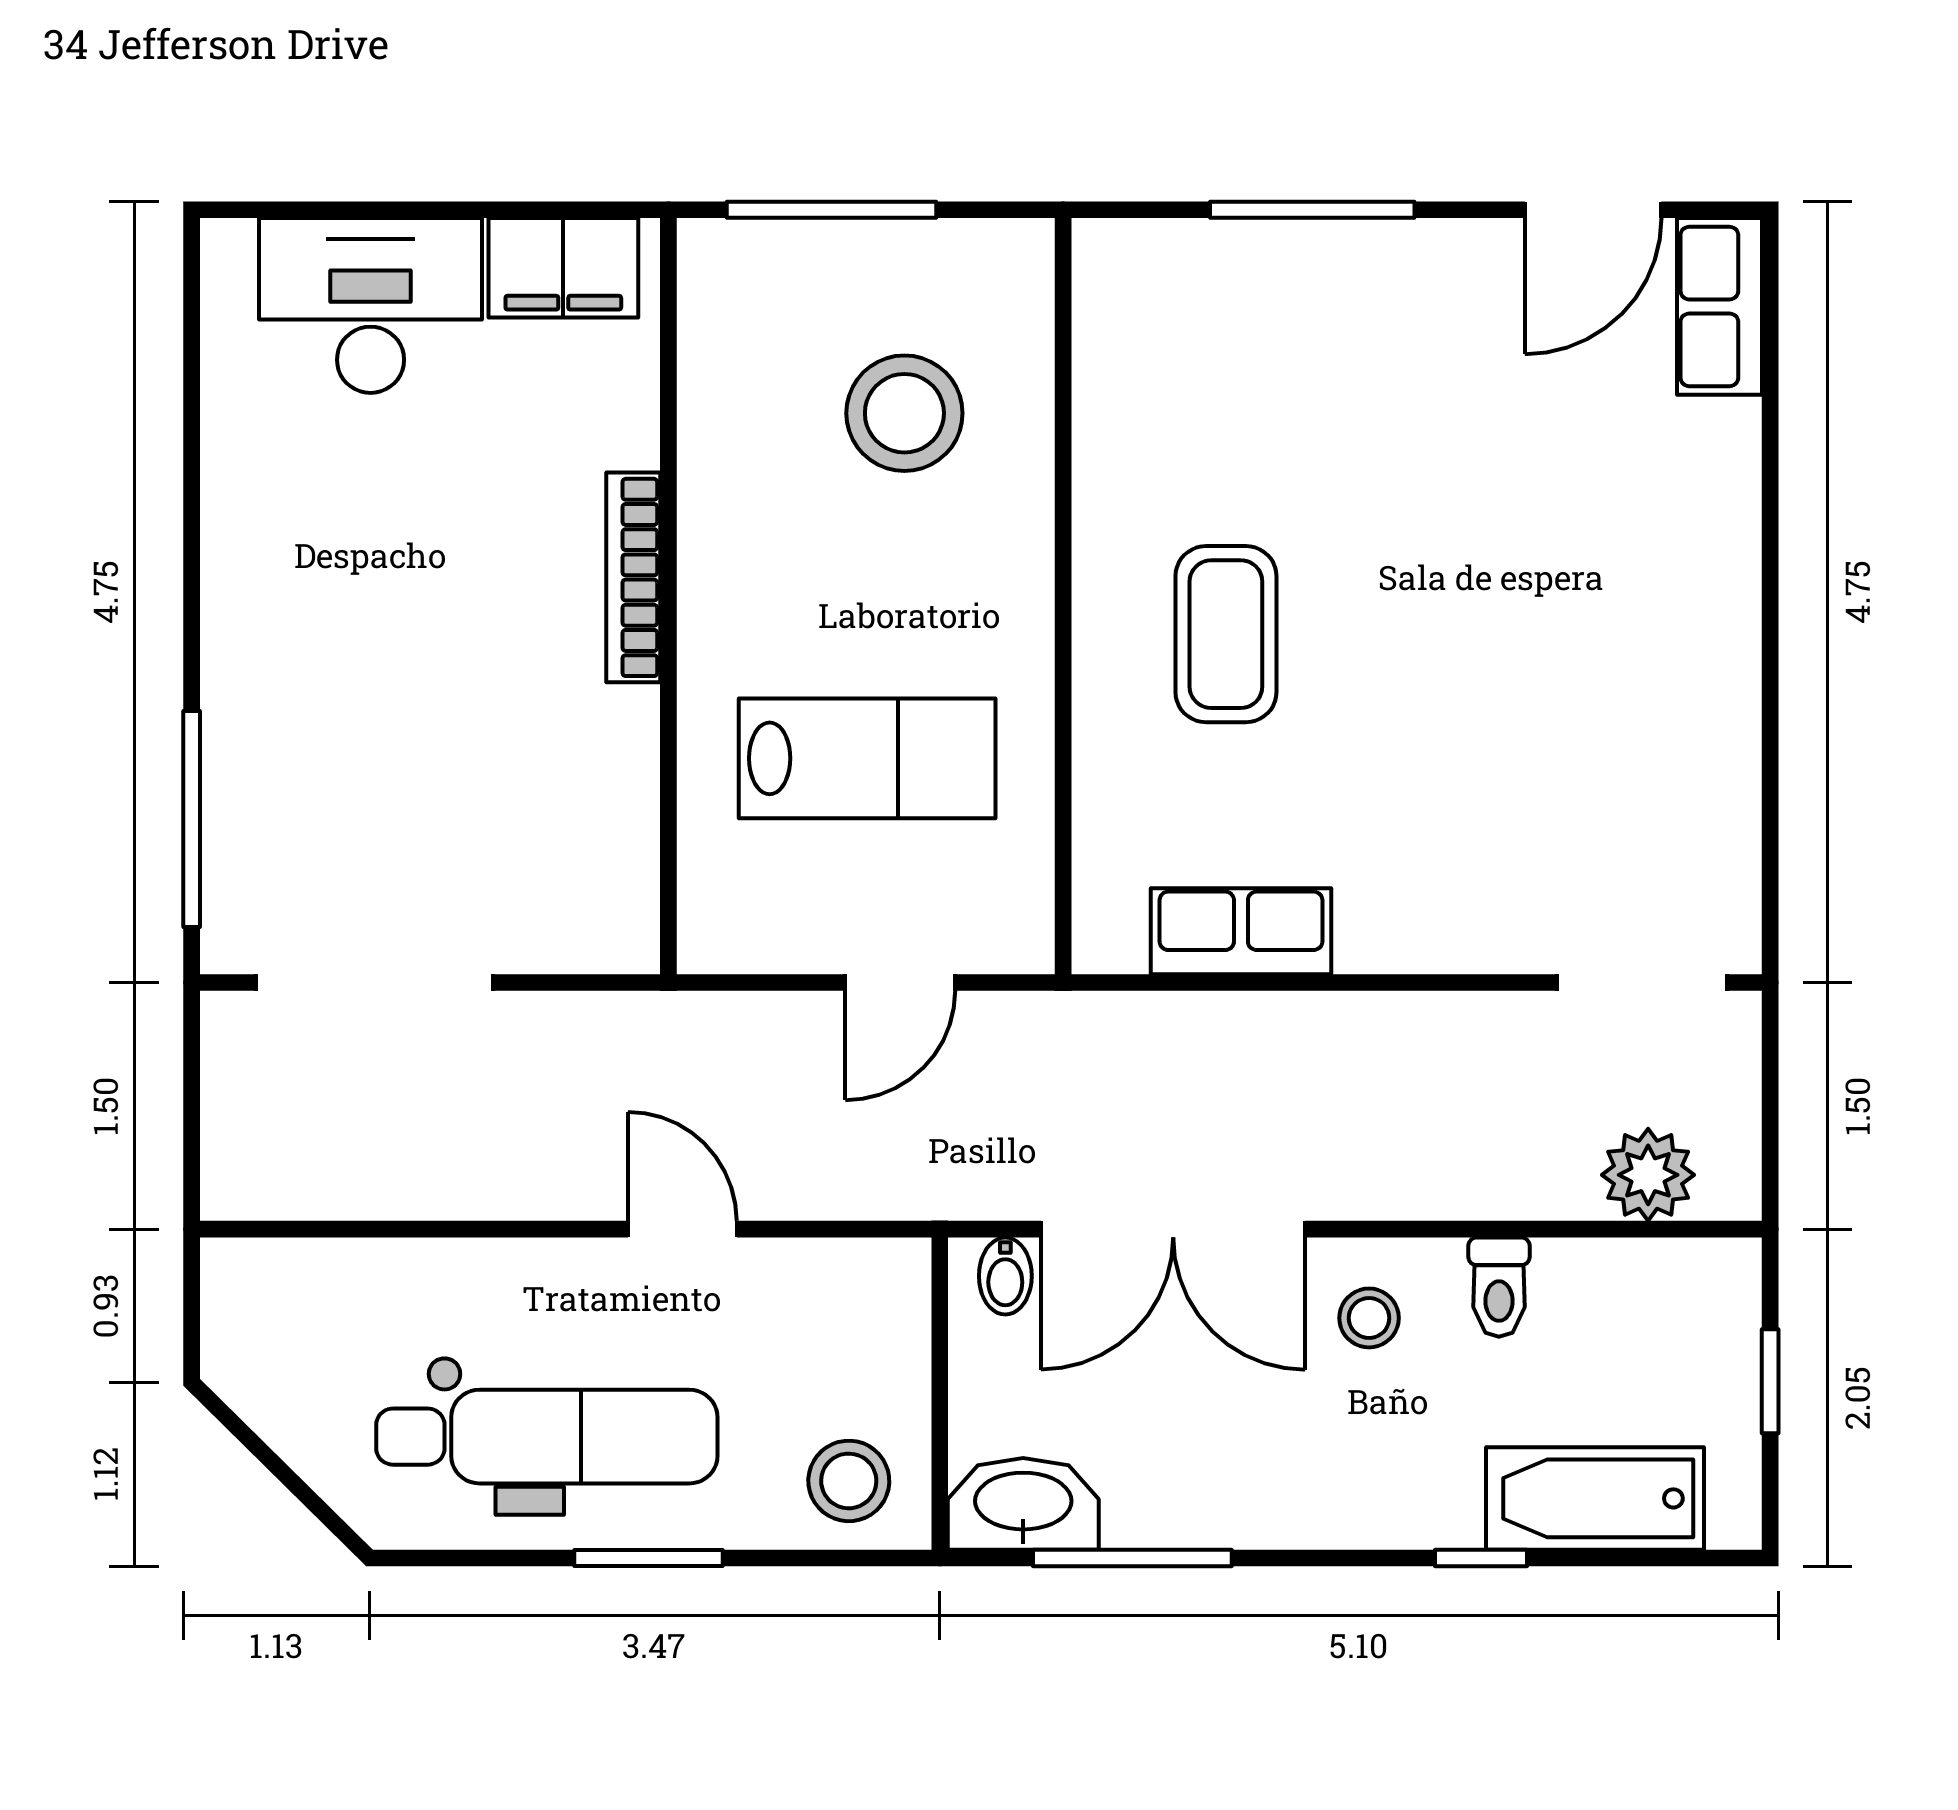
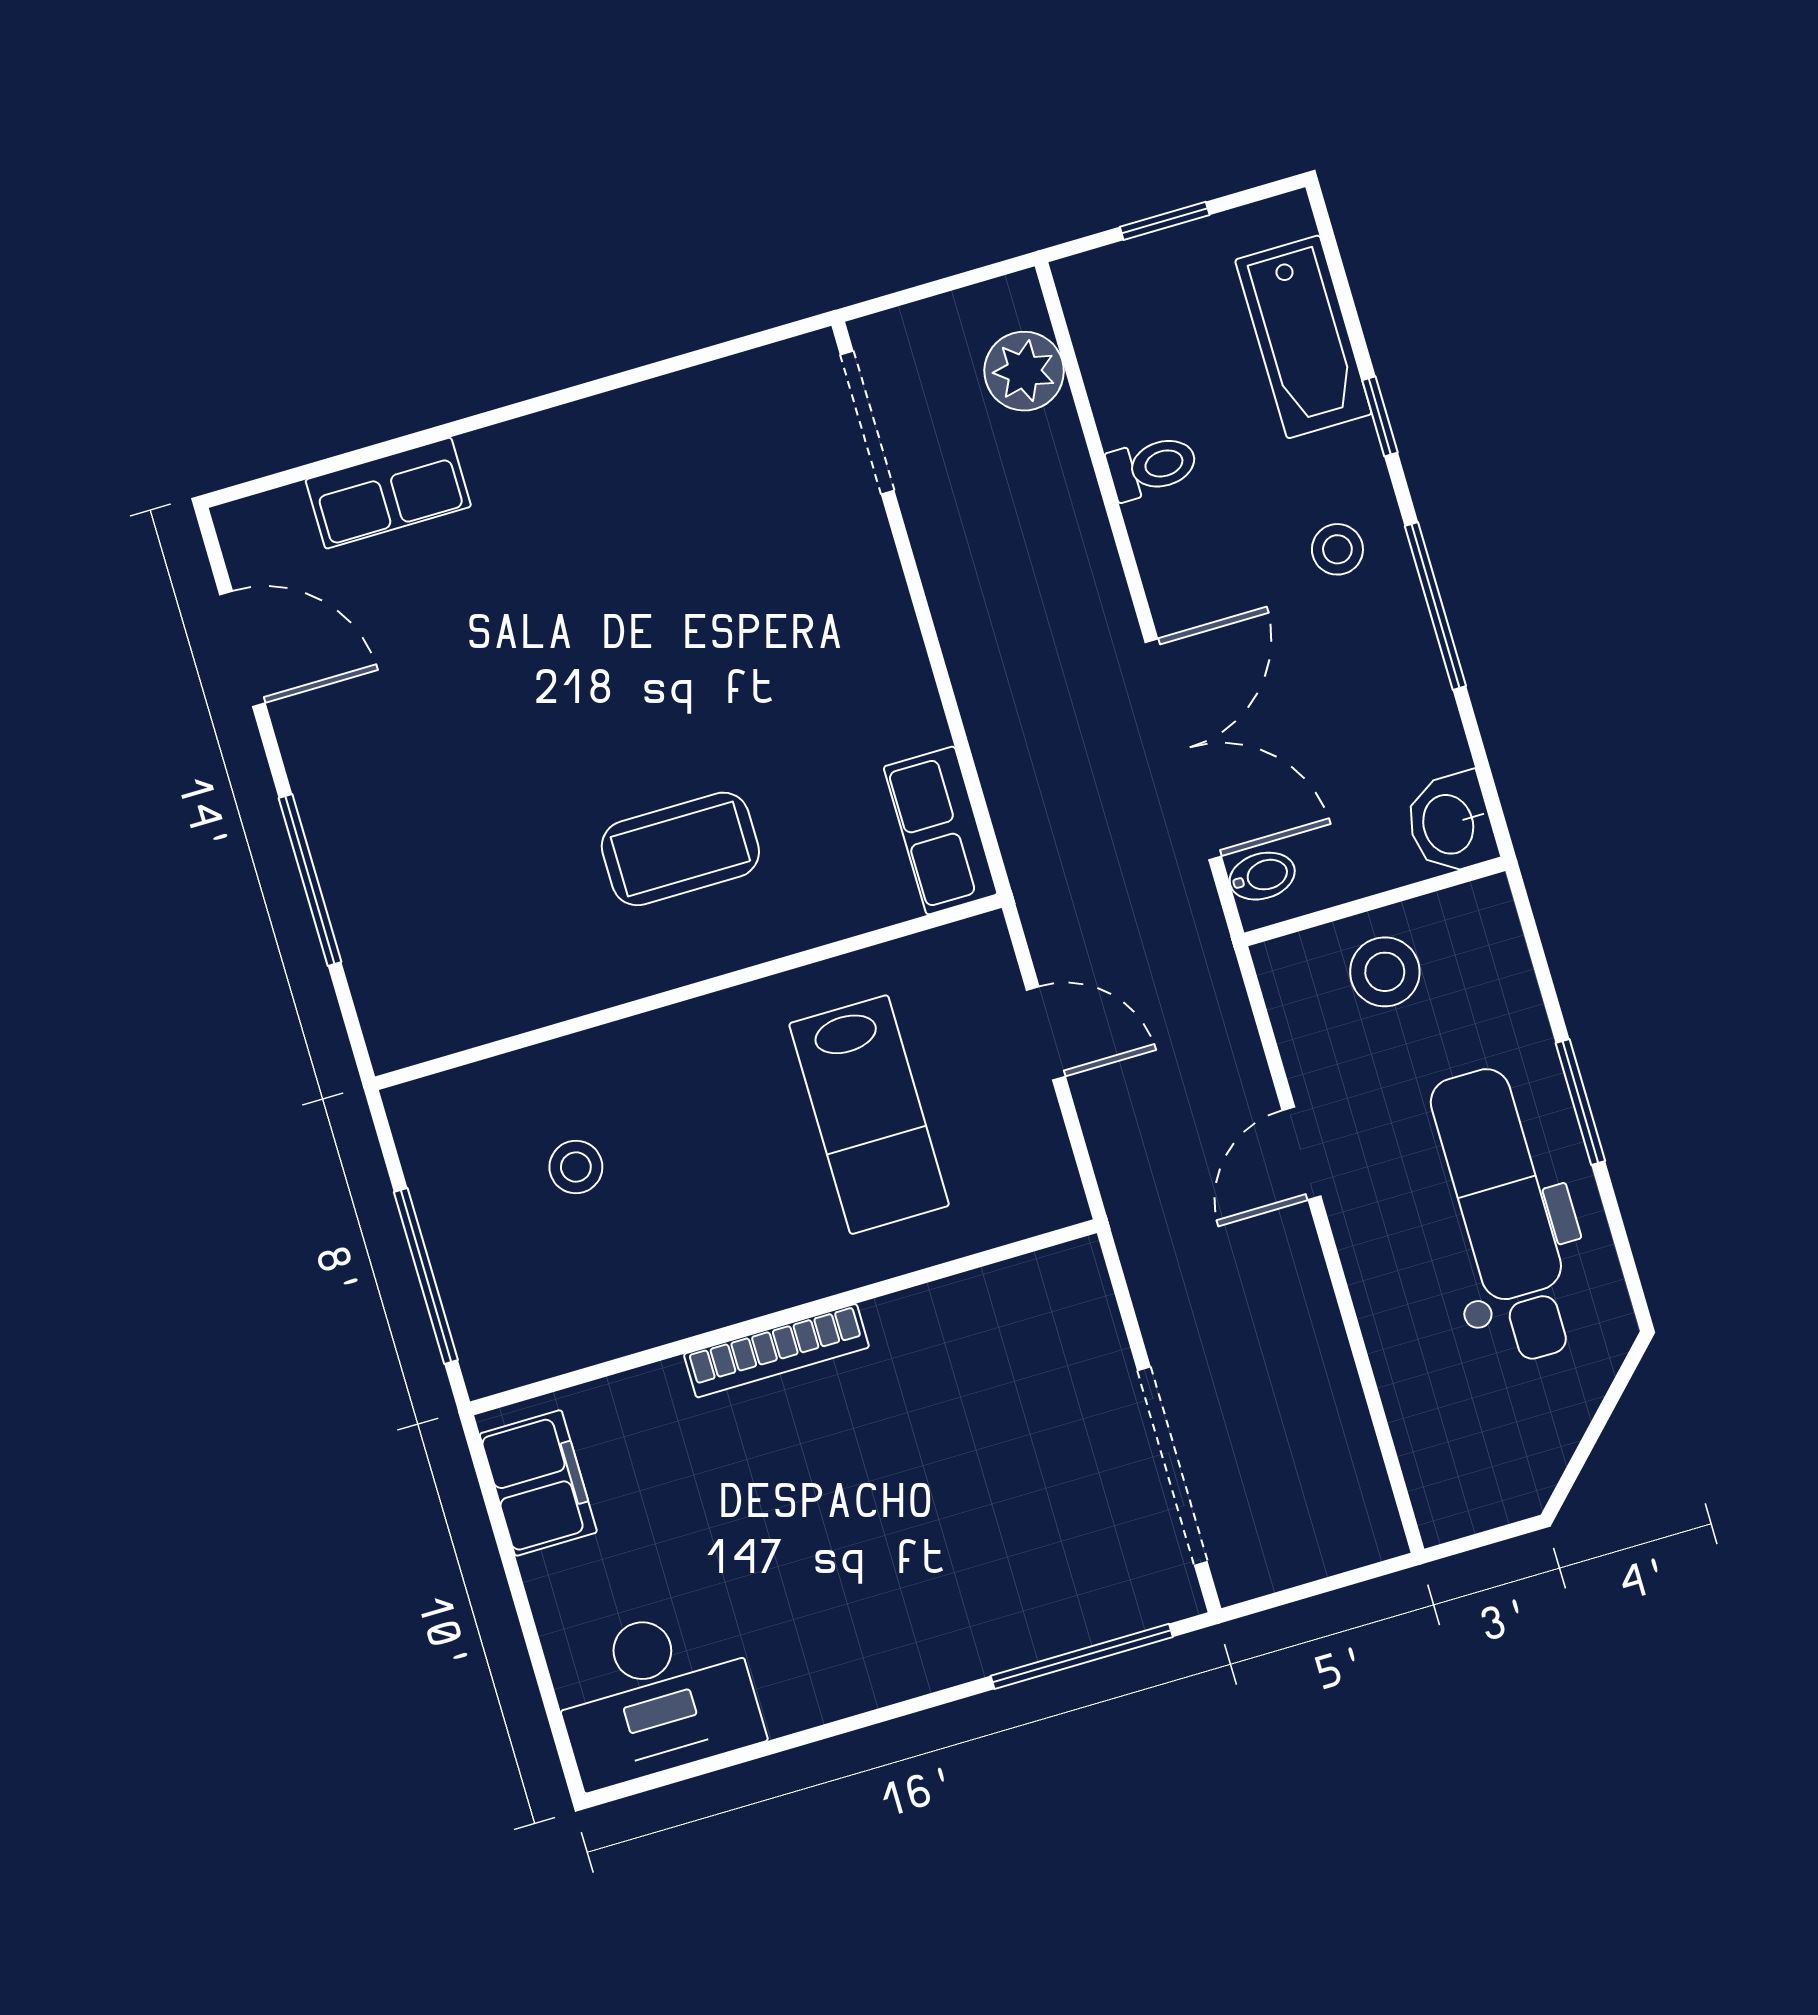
desk: (371, 305) -> (655, 1695), moved, turned -90
row of seats: (1720, 306) -> (388, 493), moved
stool: (904, 413) -> (576, 1167), width x0.53, depth x0.53
lab bench: (867, 758) -> (869, 1115), turned 180
row of seats: (1241, 931) -> (941, 831), moved
stool: (1369, 1318) -> (1337, 549), moved
stool: (849, 1481) -> (1385, 972), moved
washbasin: (1023, 1504) -> (1451, 824), width x0.72
window: (1132, 1558) -> (1435, 606), moved

